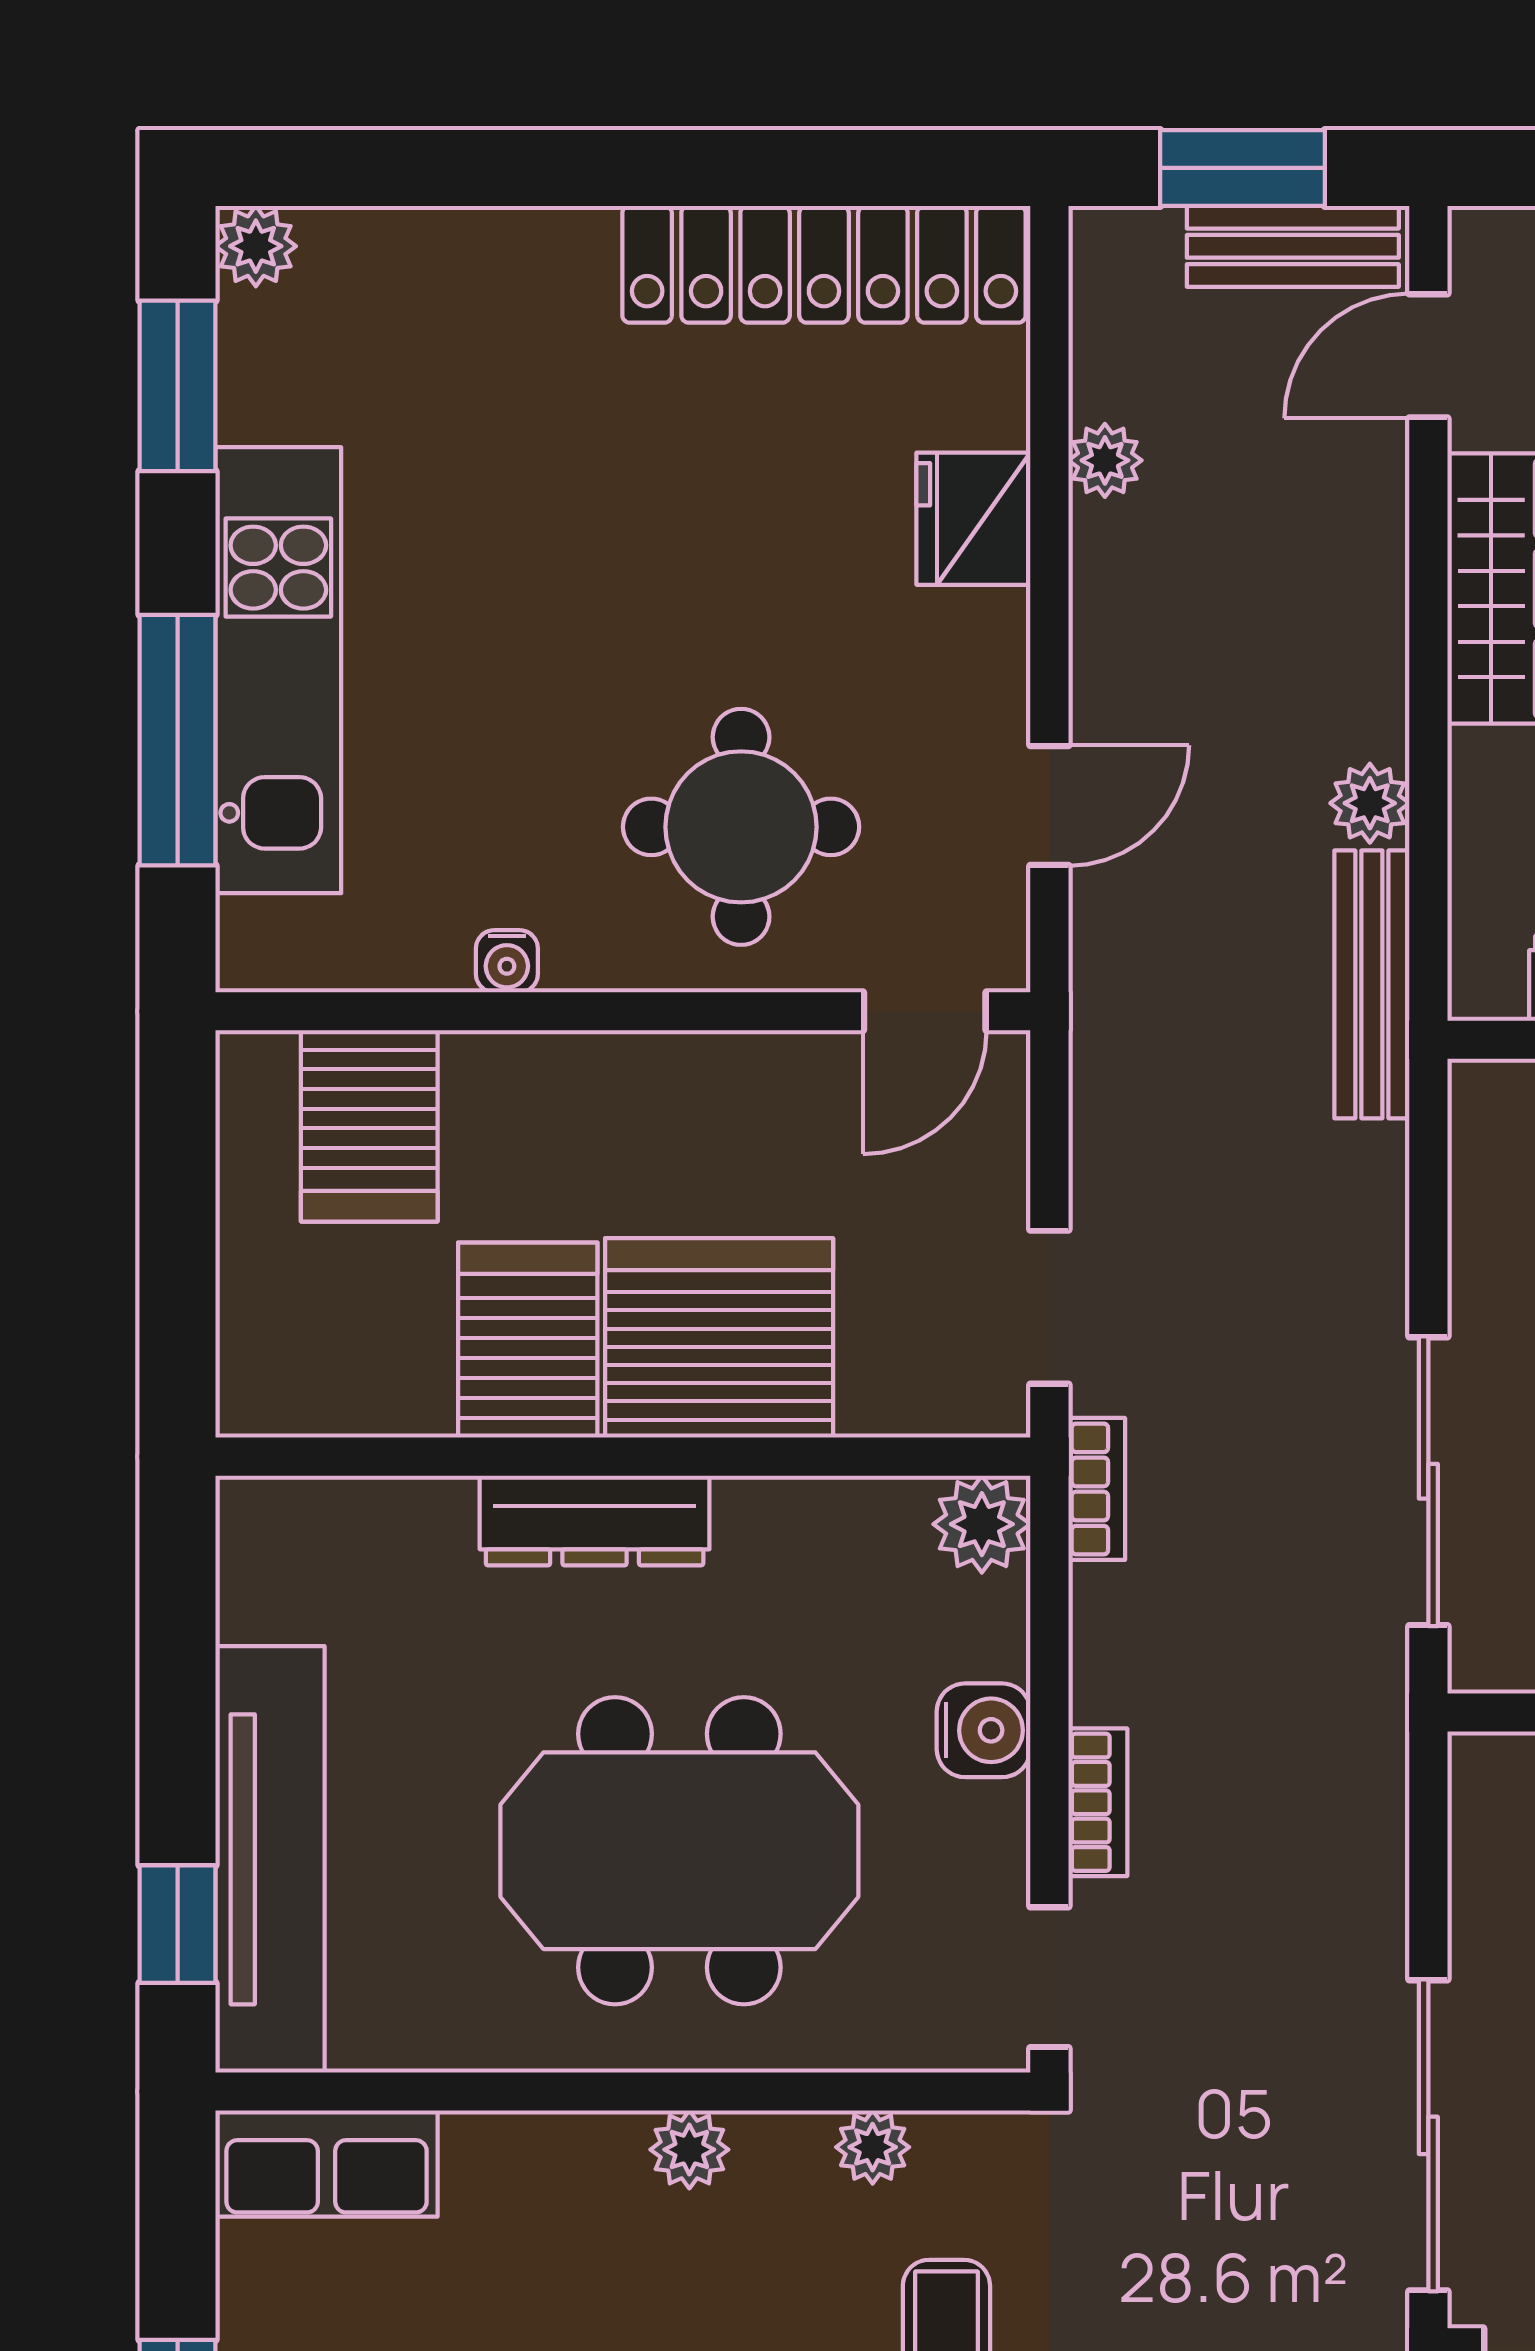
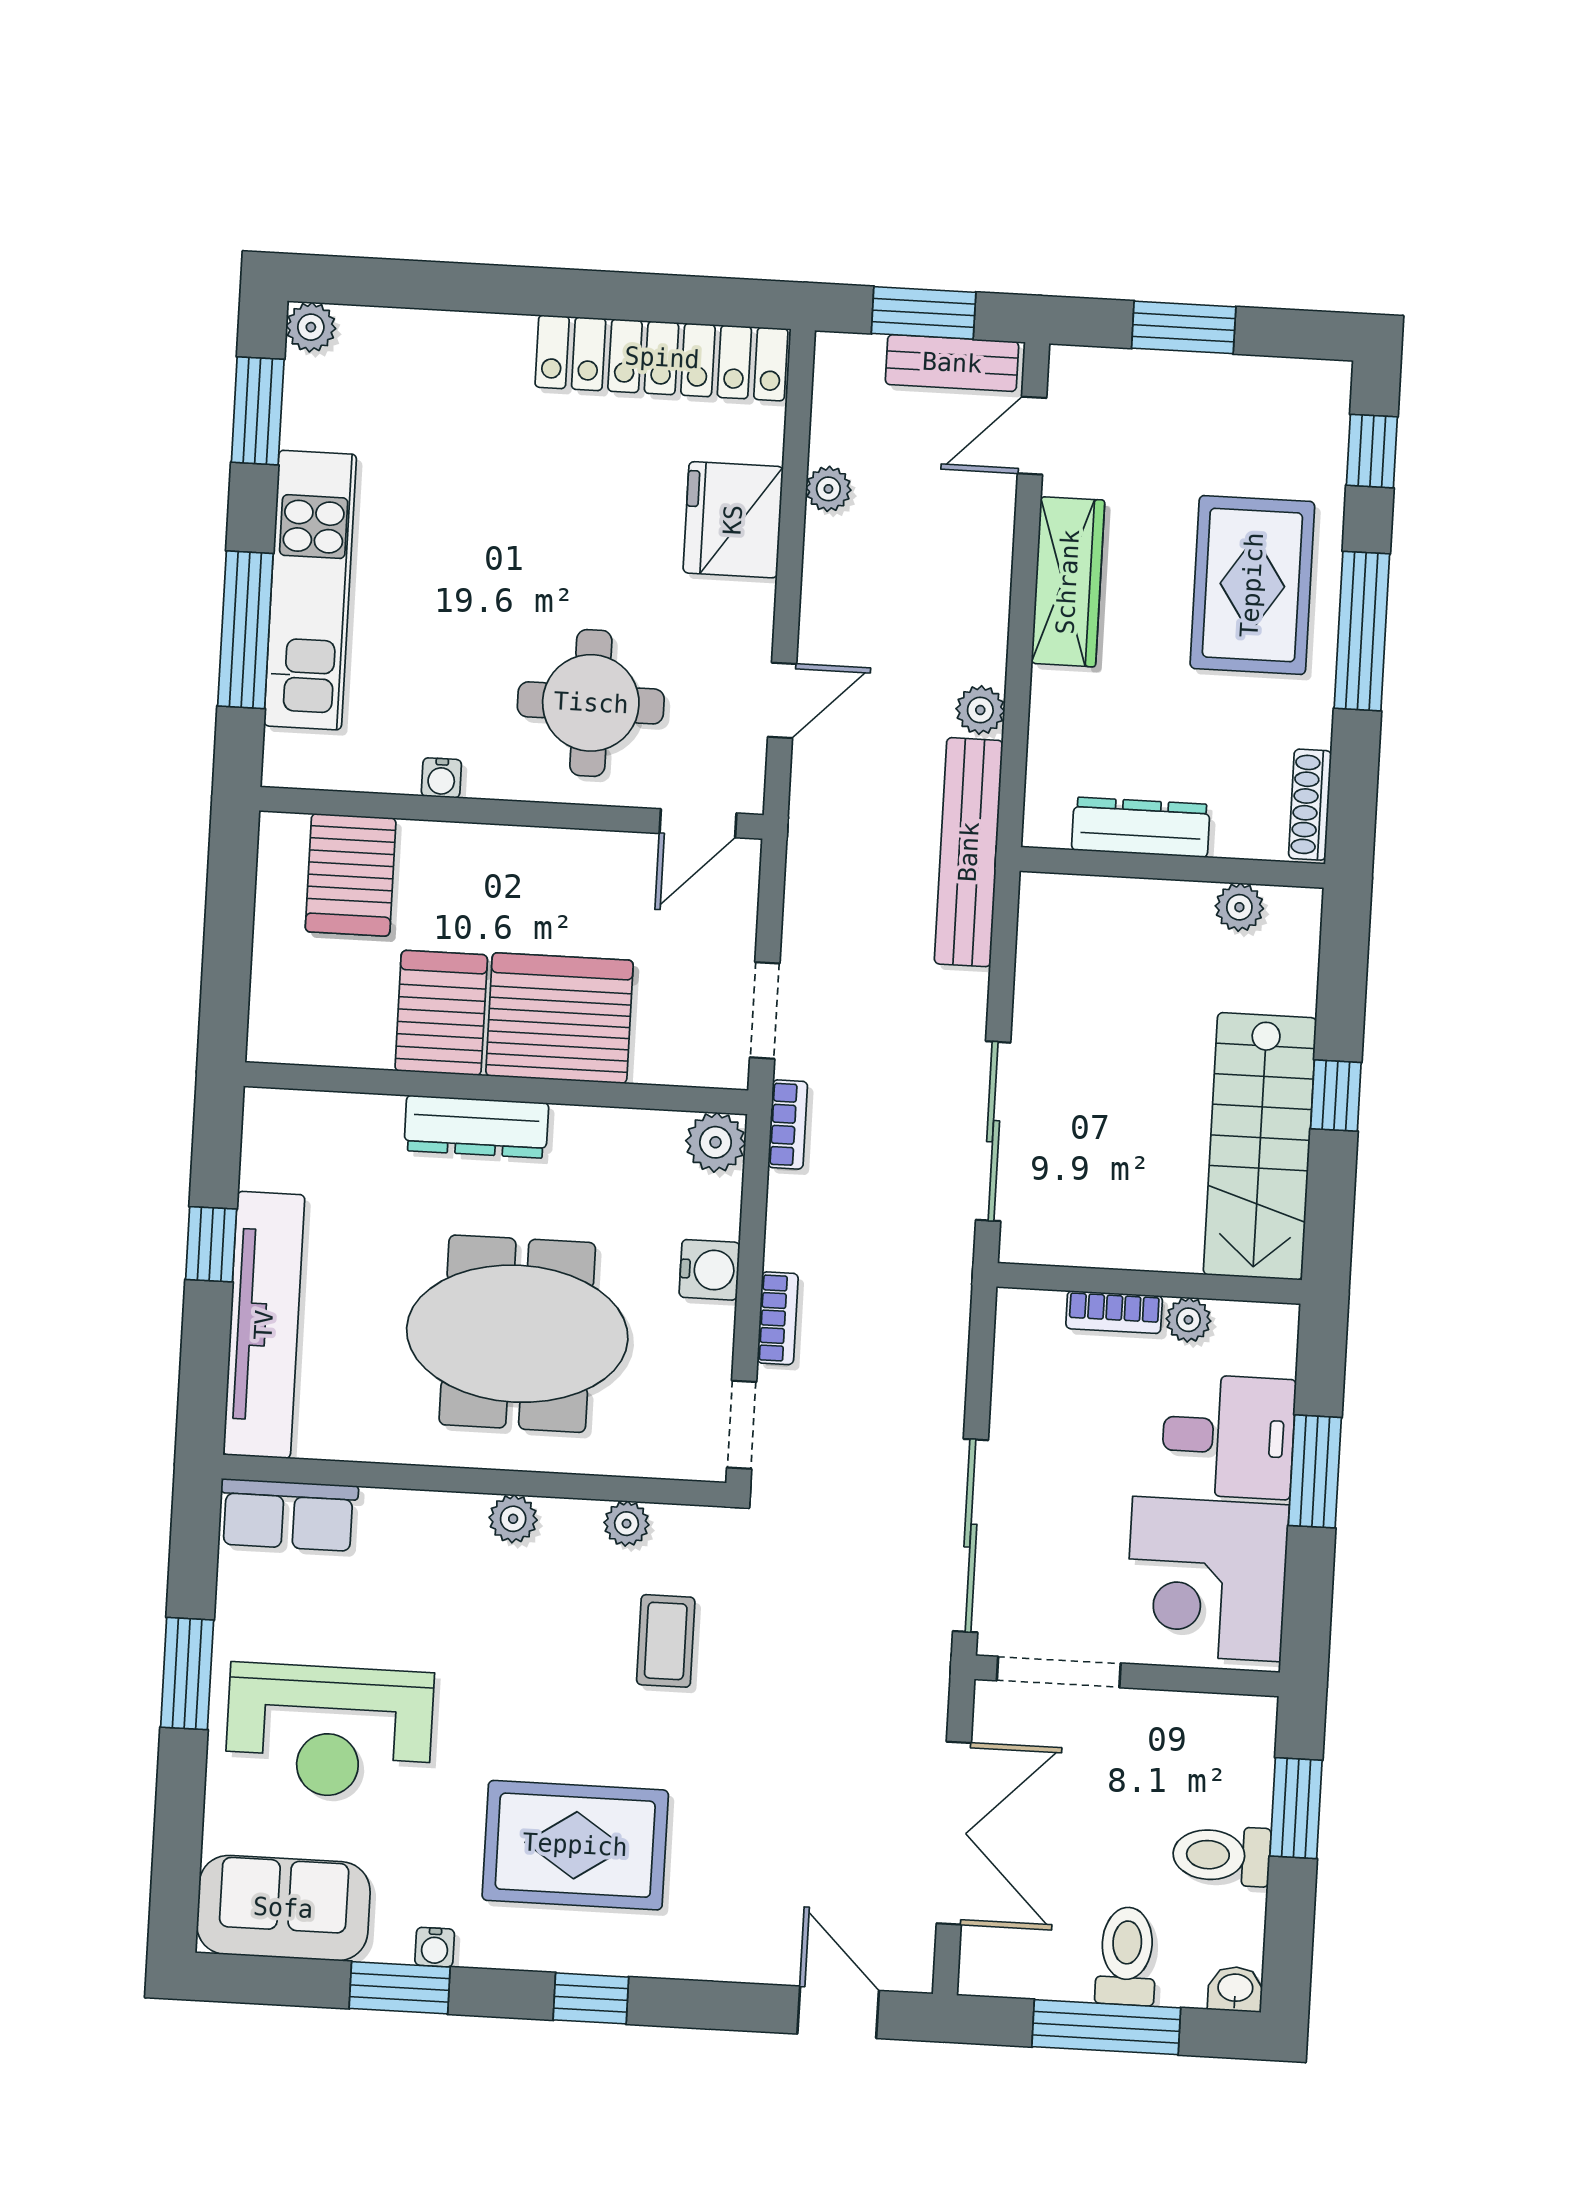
fridge: (973, 519) -> (733, 520), width x1.36, depth x1.34
bench: (1372, 984) -> (969, 852), width x1.37, depth x1.21
window: (178, 1924) -> (211, 1244), moved

